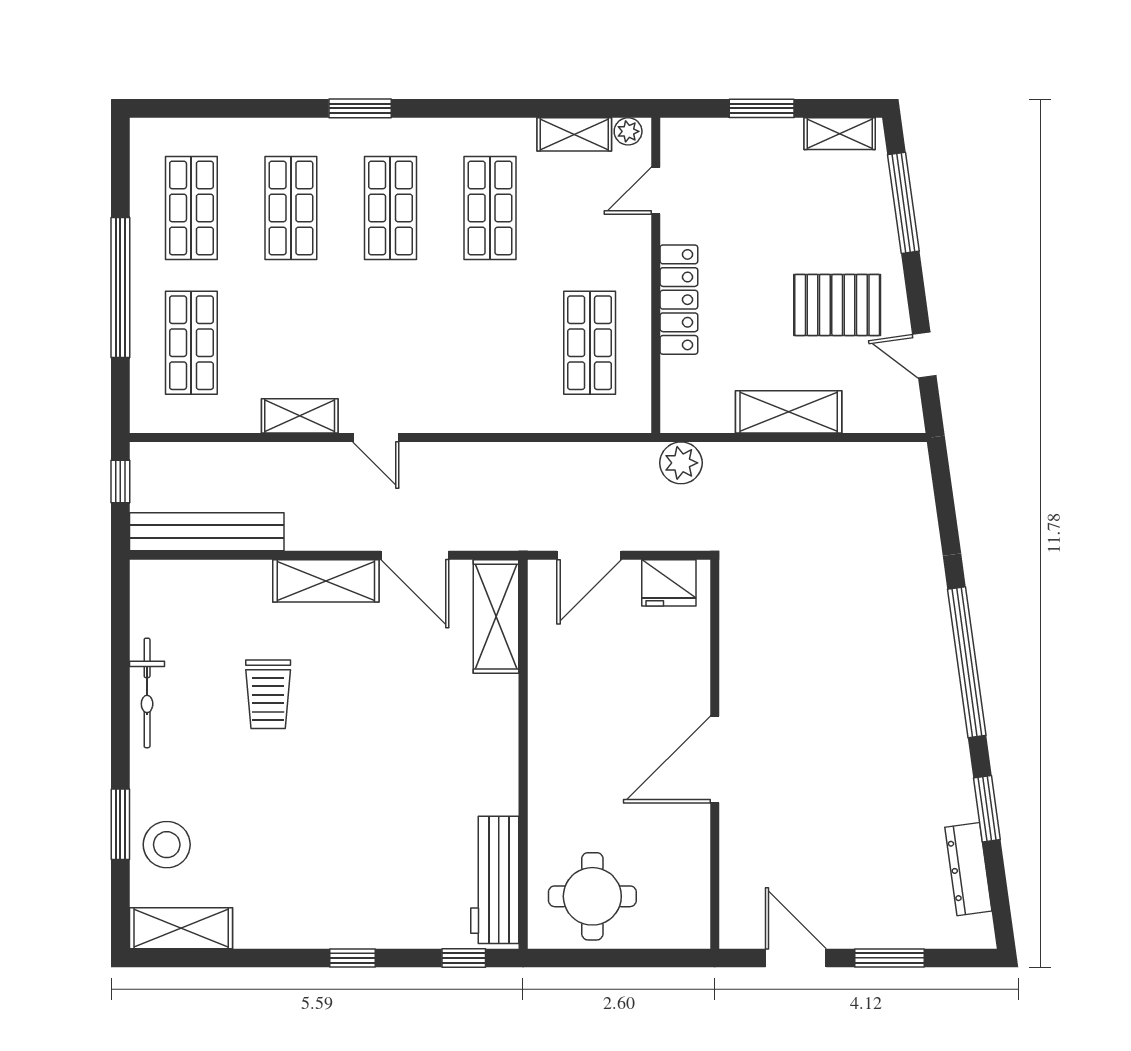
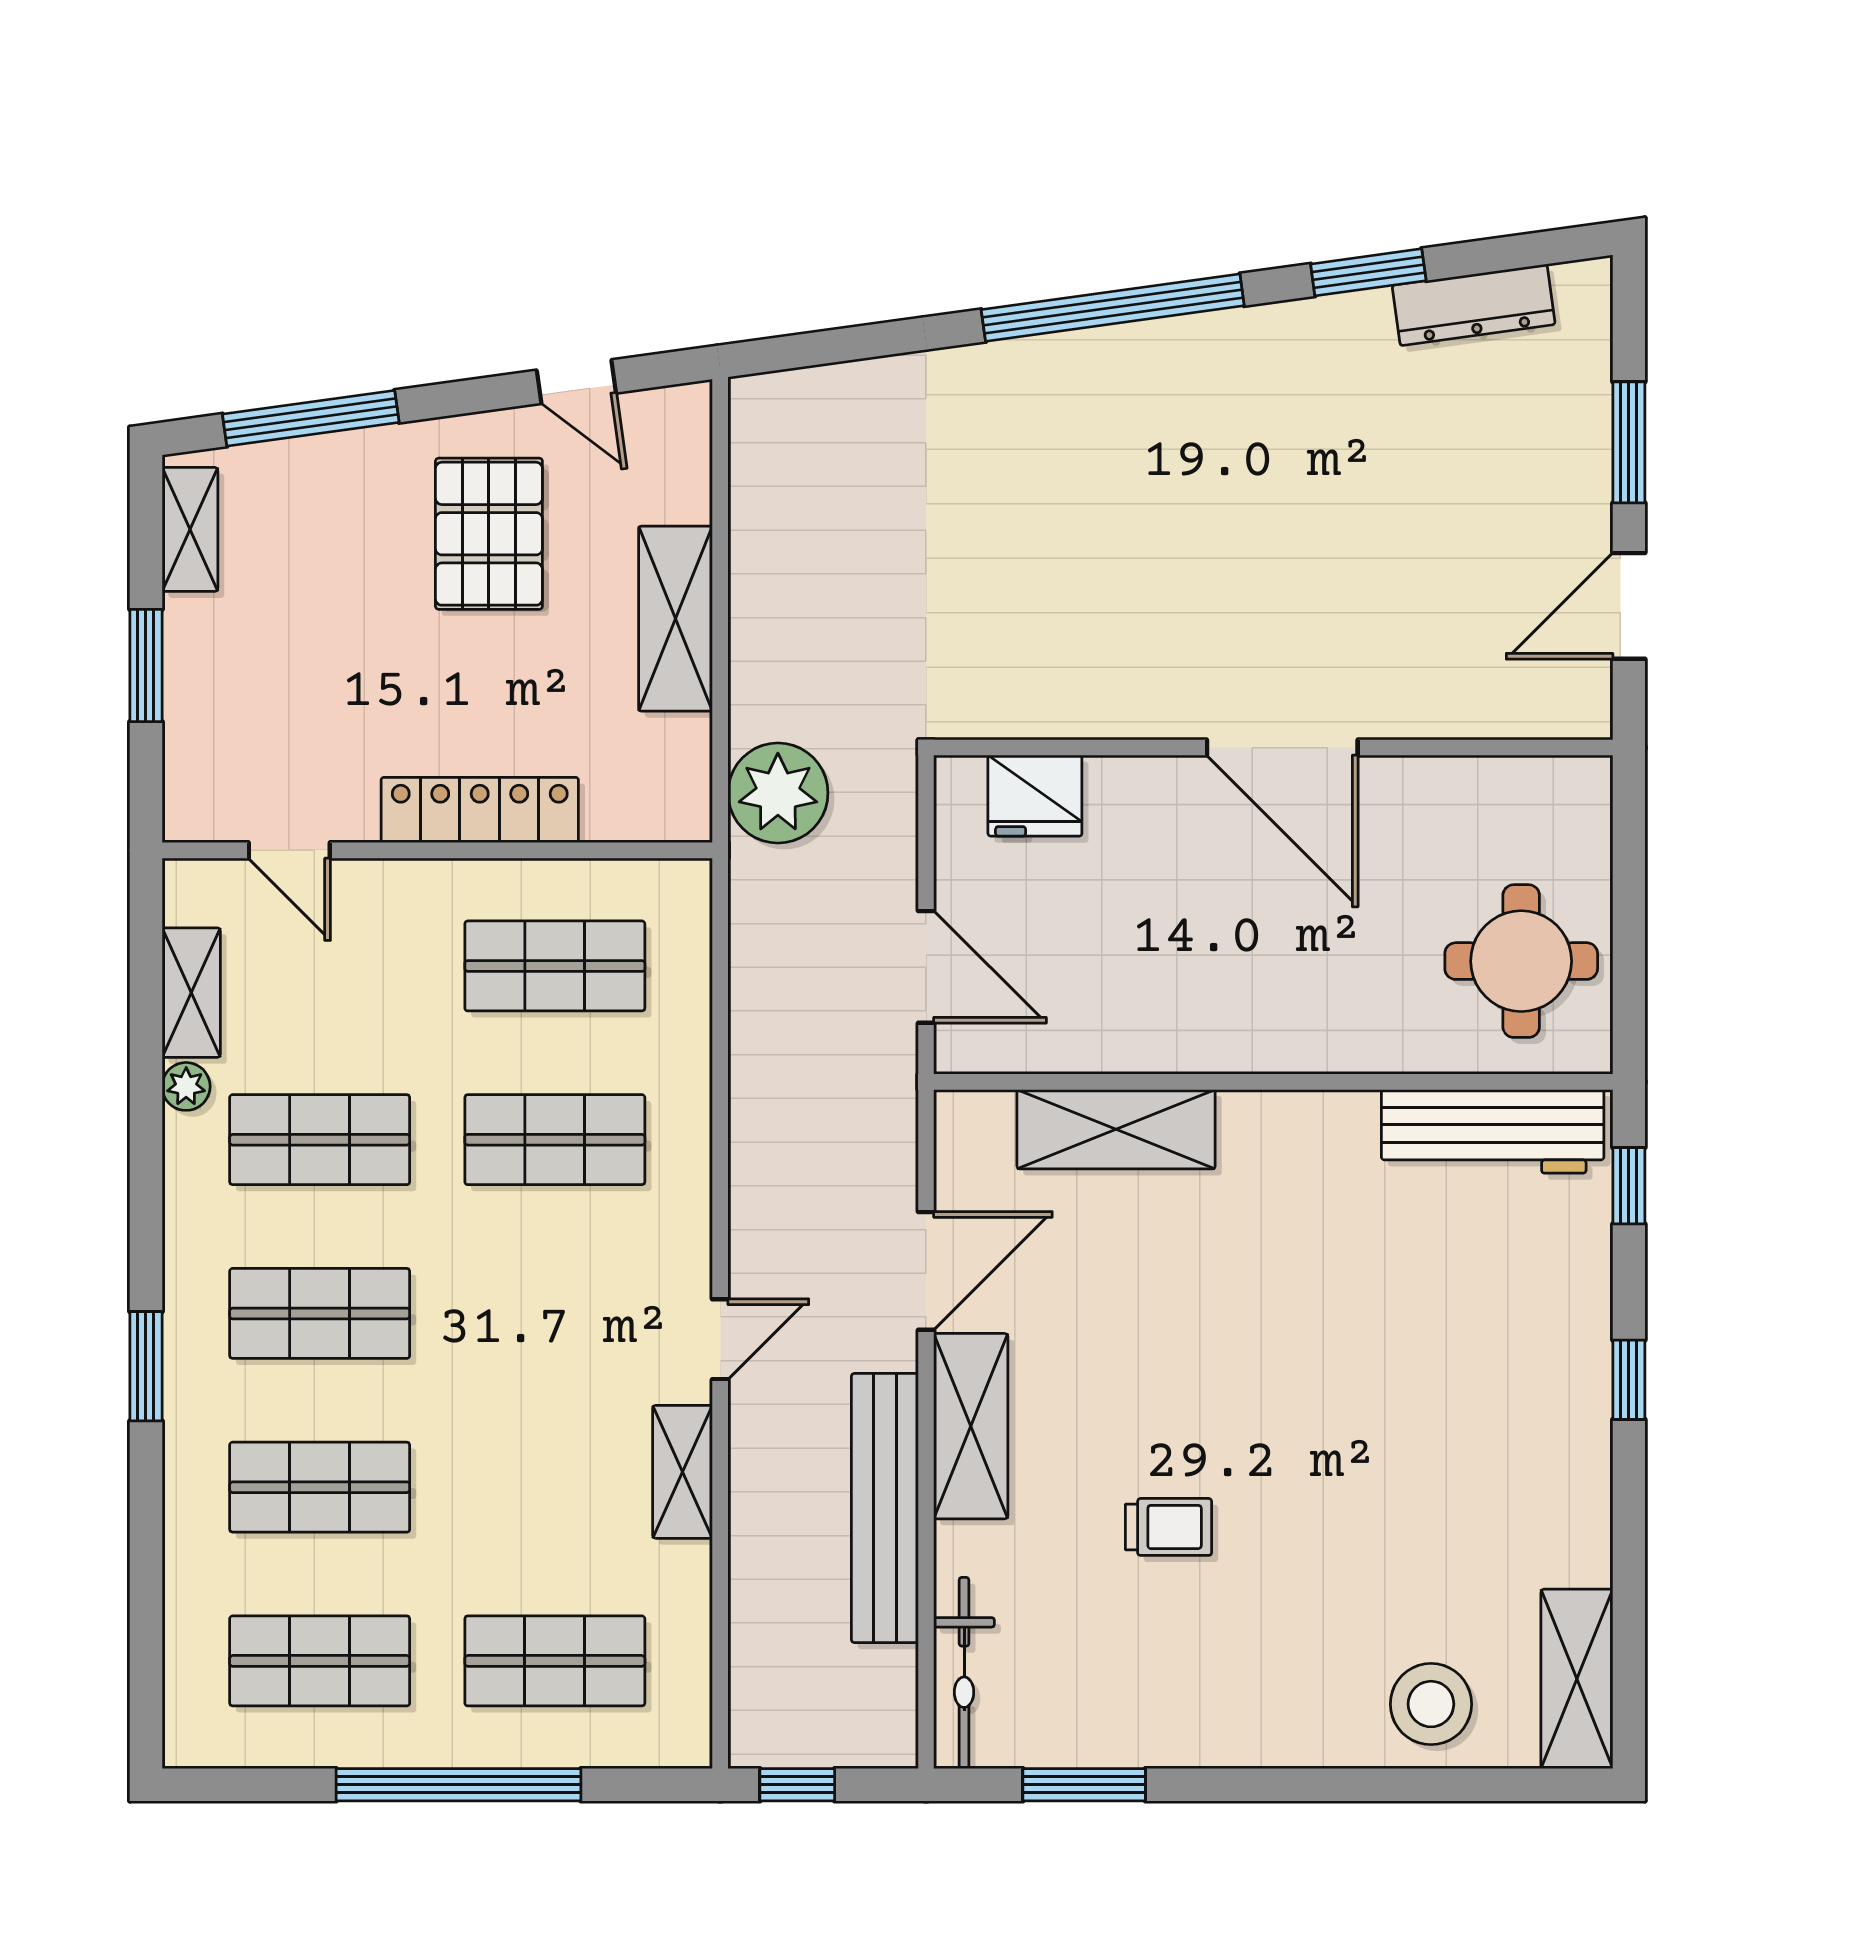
plant: (628, 131) -> (186, 1086), moved
shop shelf: (490, 343) -> (555, 1140), added
door: (924, 355) -> (576, 382), hinge flipped
plant: (681, 463) -> (778, 793), width x1.36, depth x1.36
bench: (207, 532) -> (885, 1508), moved
fridge: (669, 583) -> (1035, 796), moved, turned 90
shelving: (496, 617) -> (1116, 1129), moved
bicycle: (147, 693) -> (964, 1673), moved, turned 90
trolley: (268, 694) -> (1169, 1527), width x0.73, depth x0.72
window: (120, 824) -> (1084, 1785), moved

